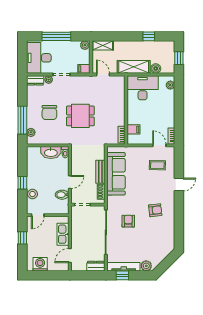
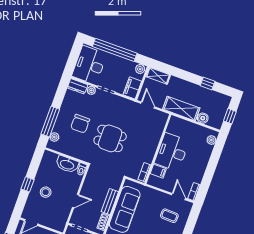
window: (56, 36) -> (115, 50), width x1.46
filing cabinet: (84, 69) -> (132, 88), width x2.00
desk: (143, 88) -> (172, 152), moved, turned -90
stool: (32, 194) -> (46, 192), moved
bidet: (62, 195) -> (63, 211), removed

